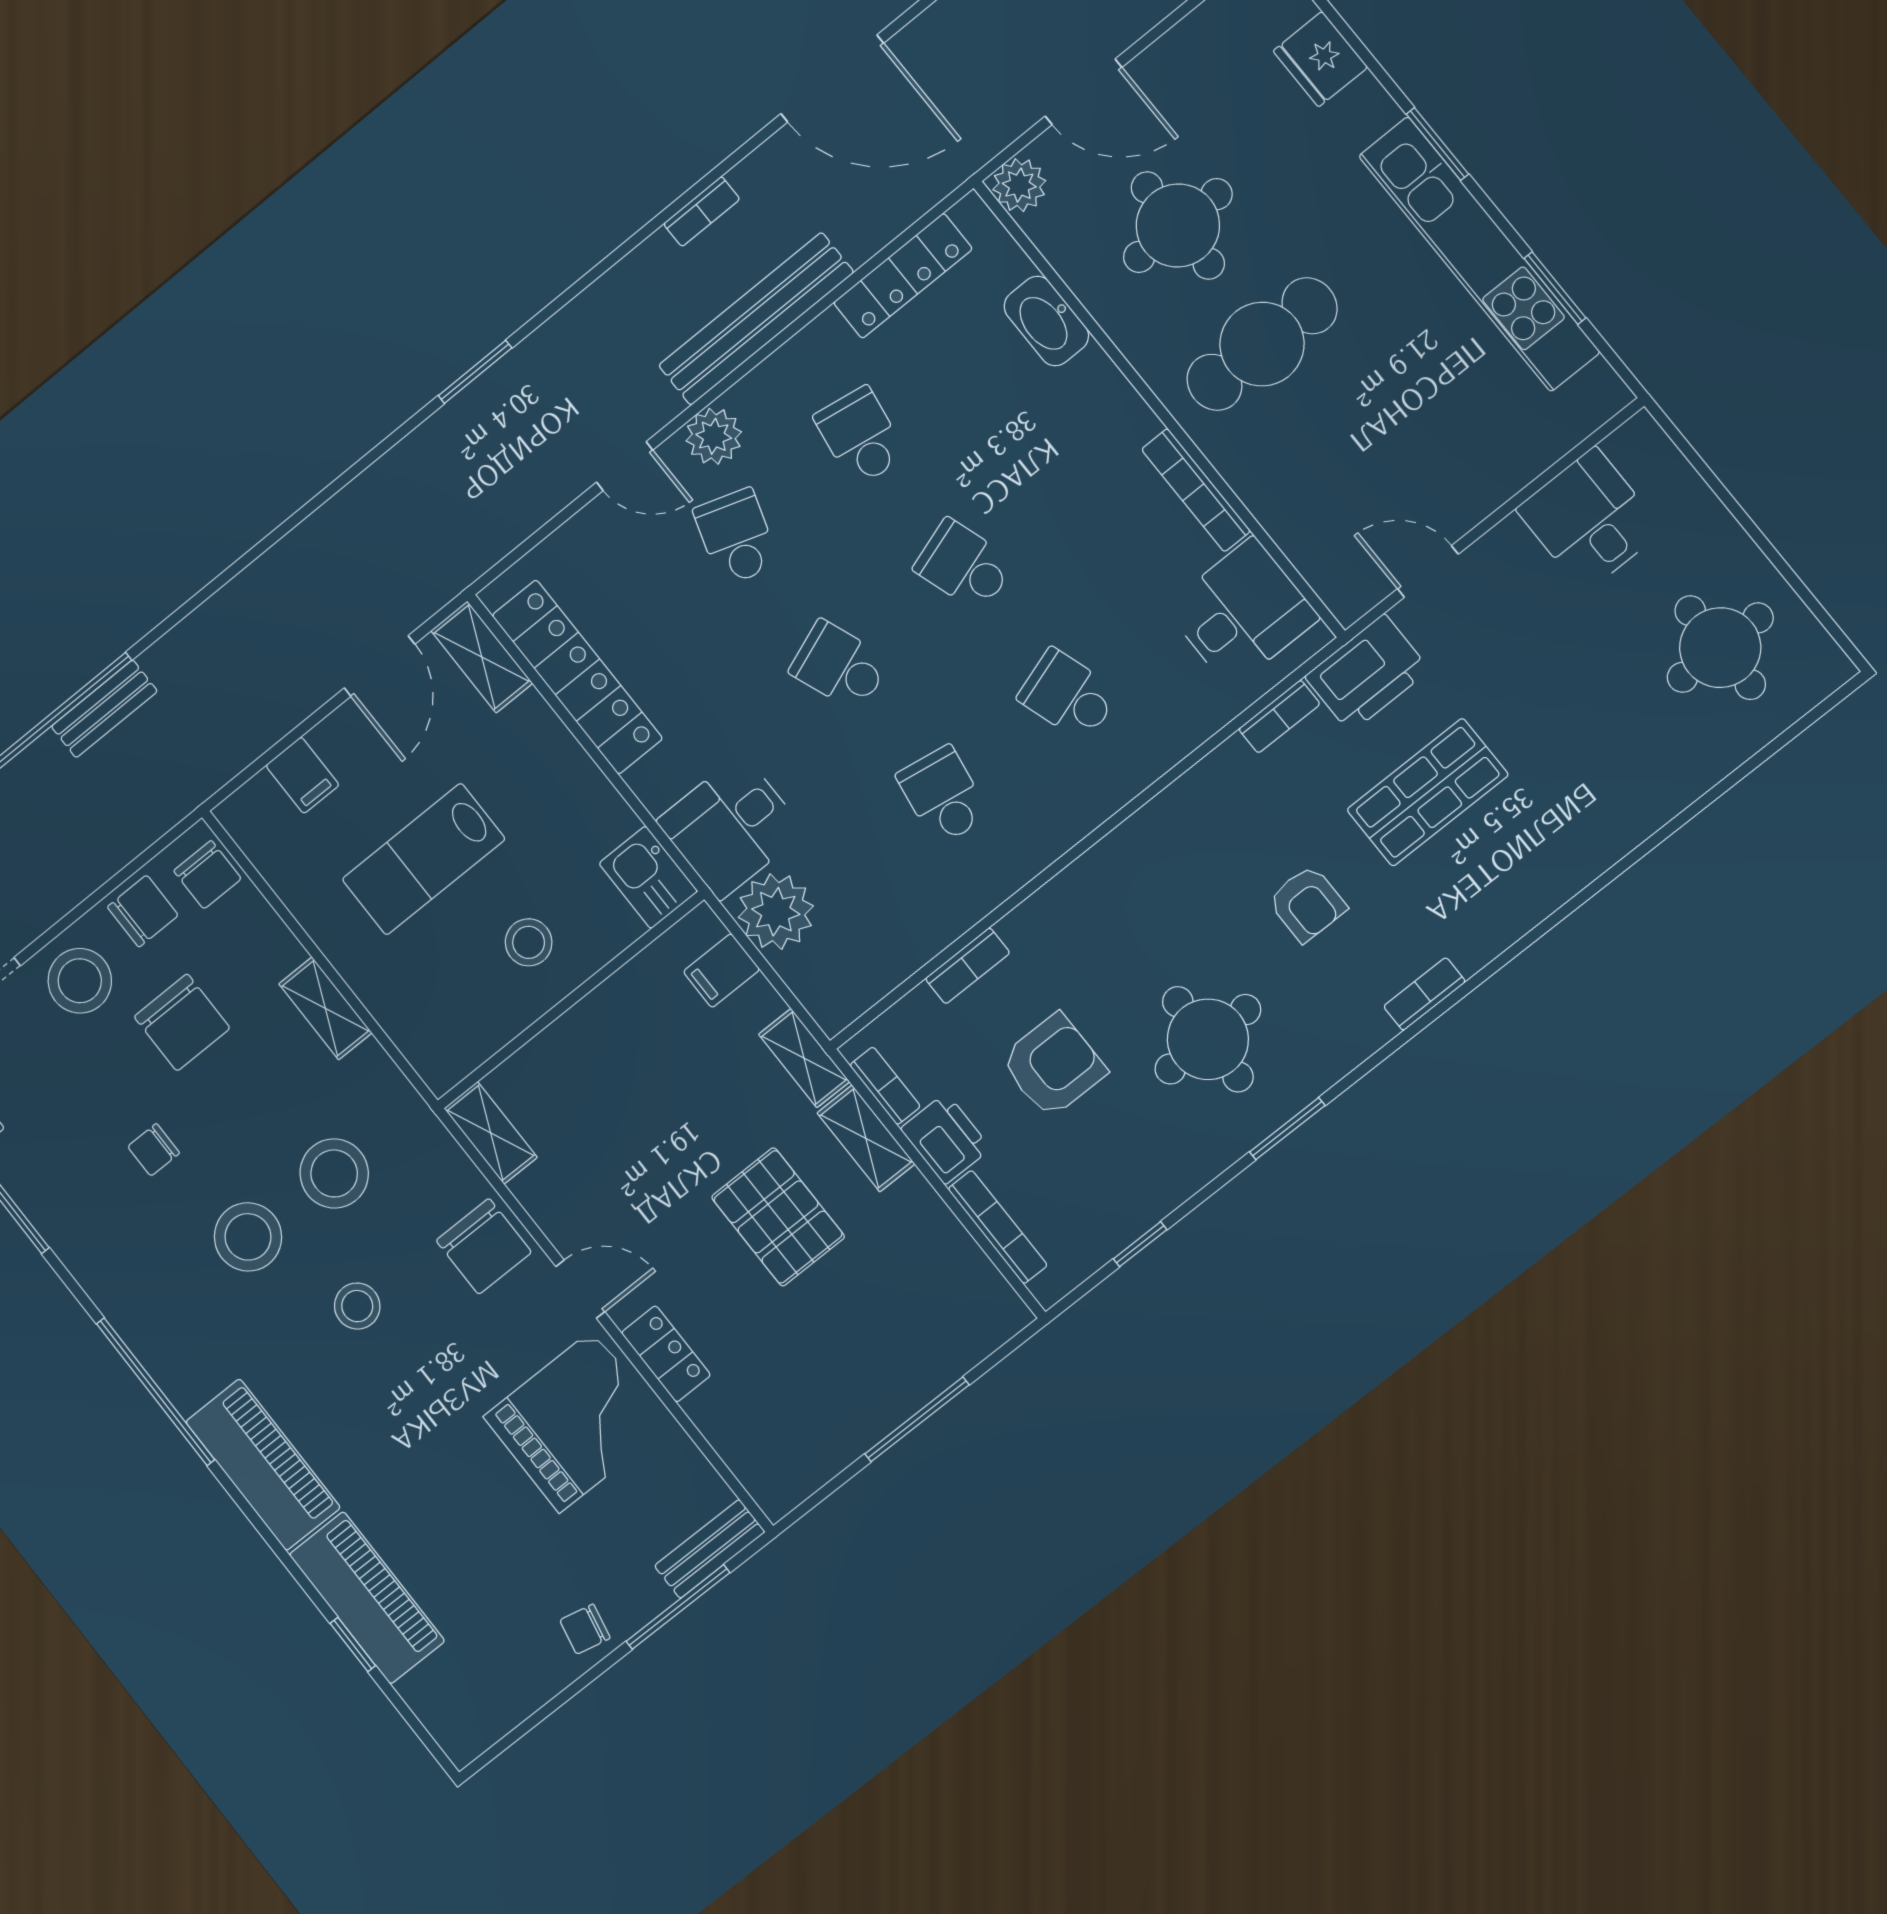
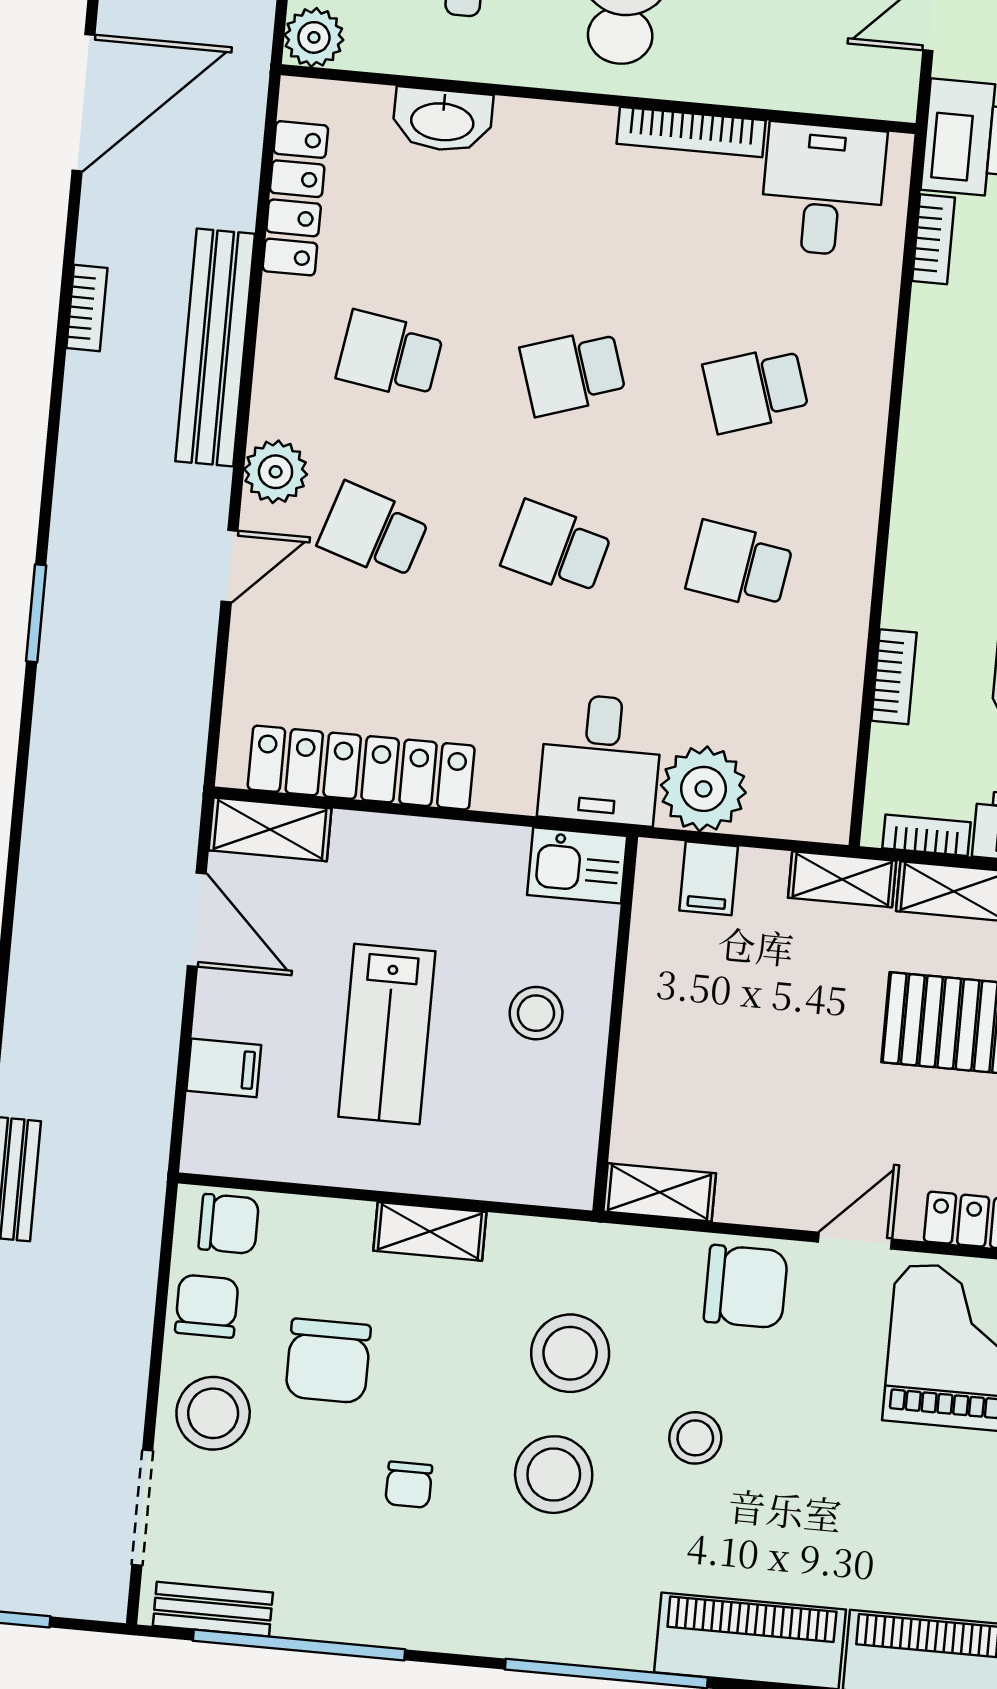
school desk: (839, 666) -> (557, 548), turned 36
chair: (182, 1022) -> (328, 1361), turned 90

